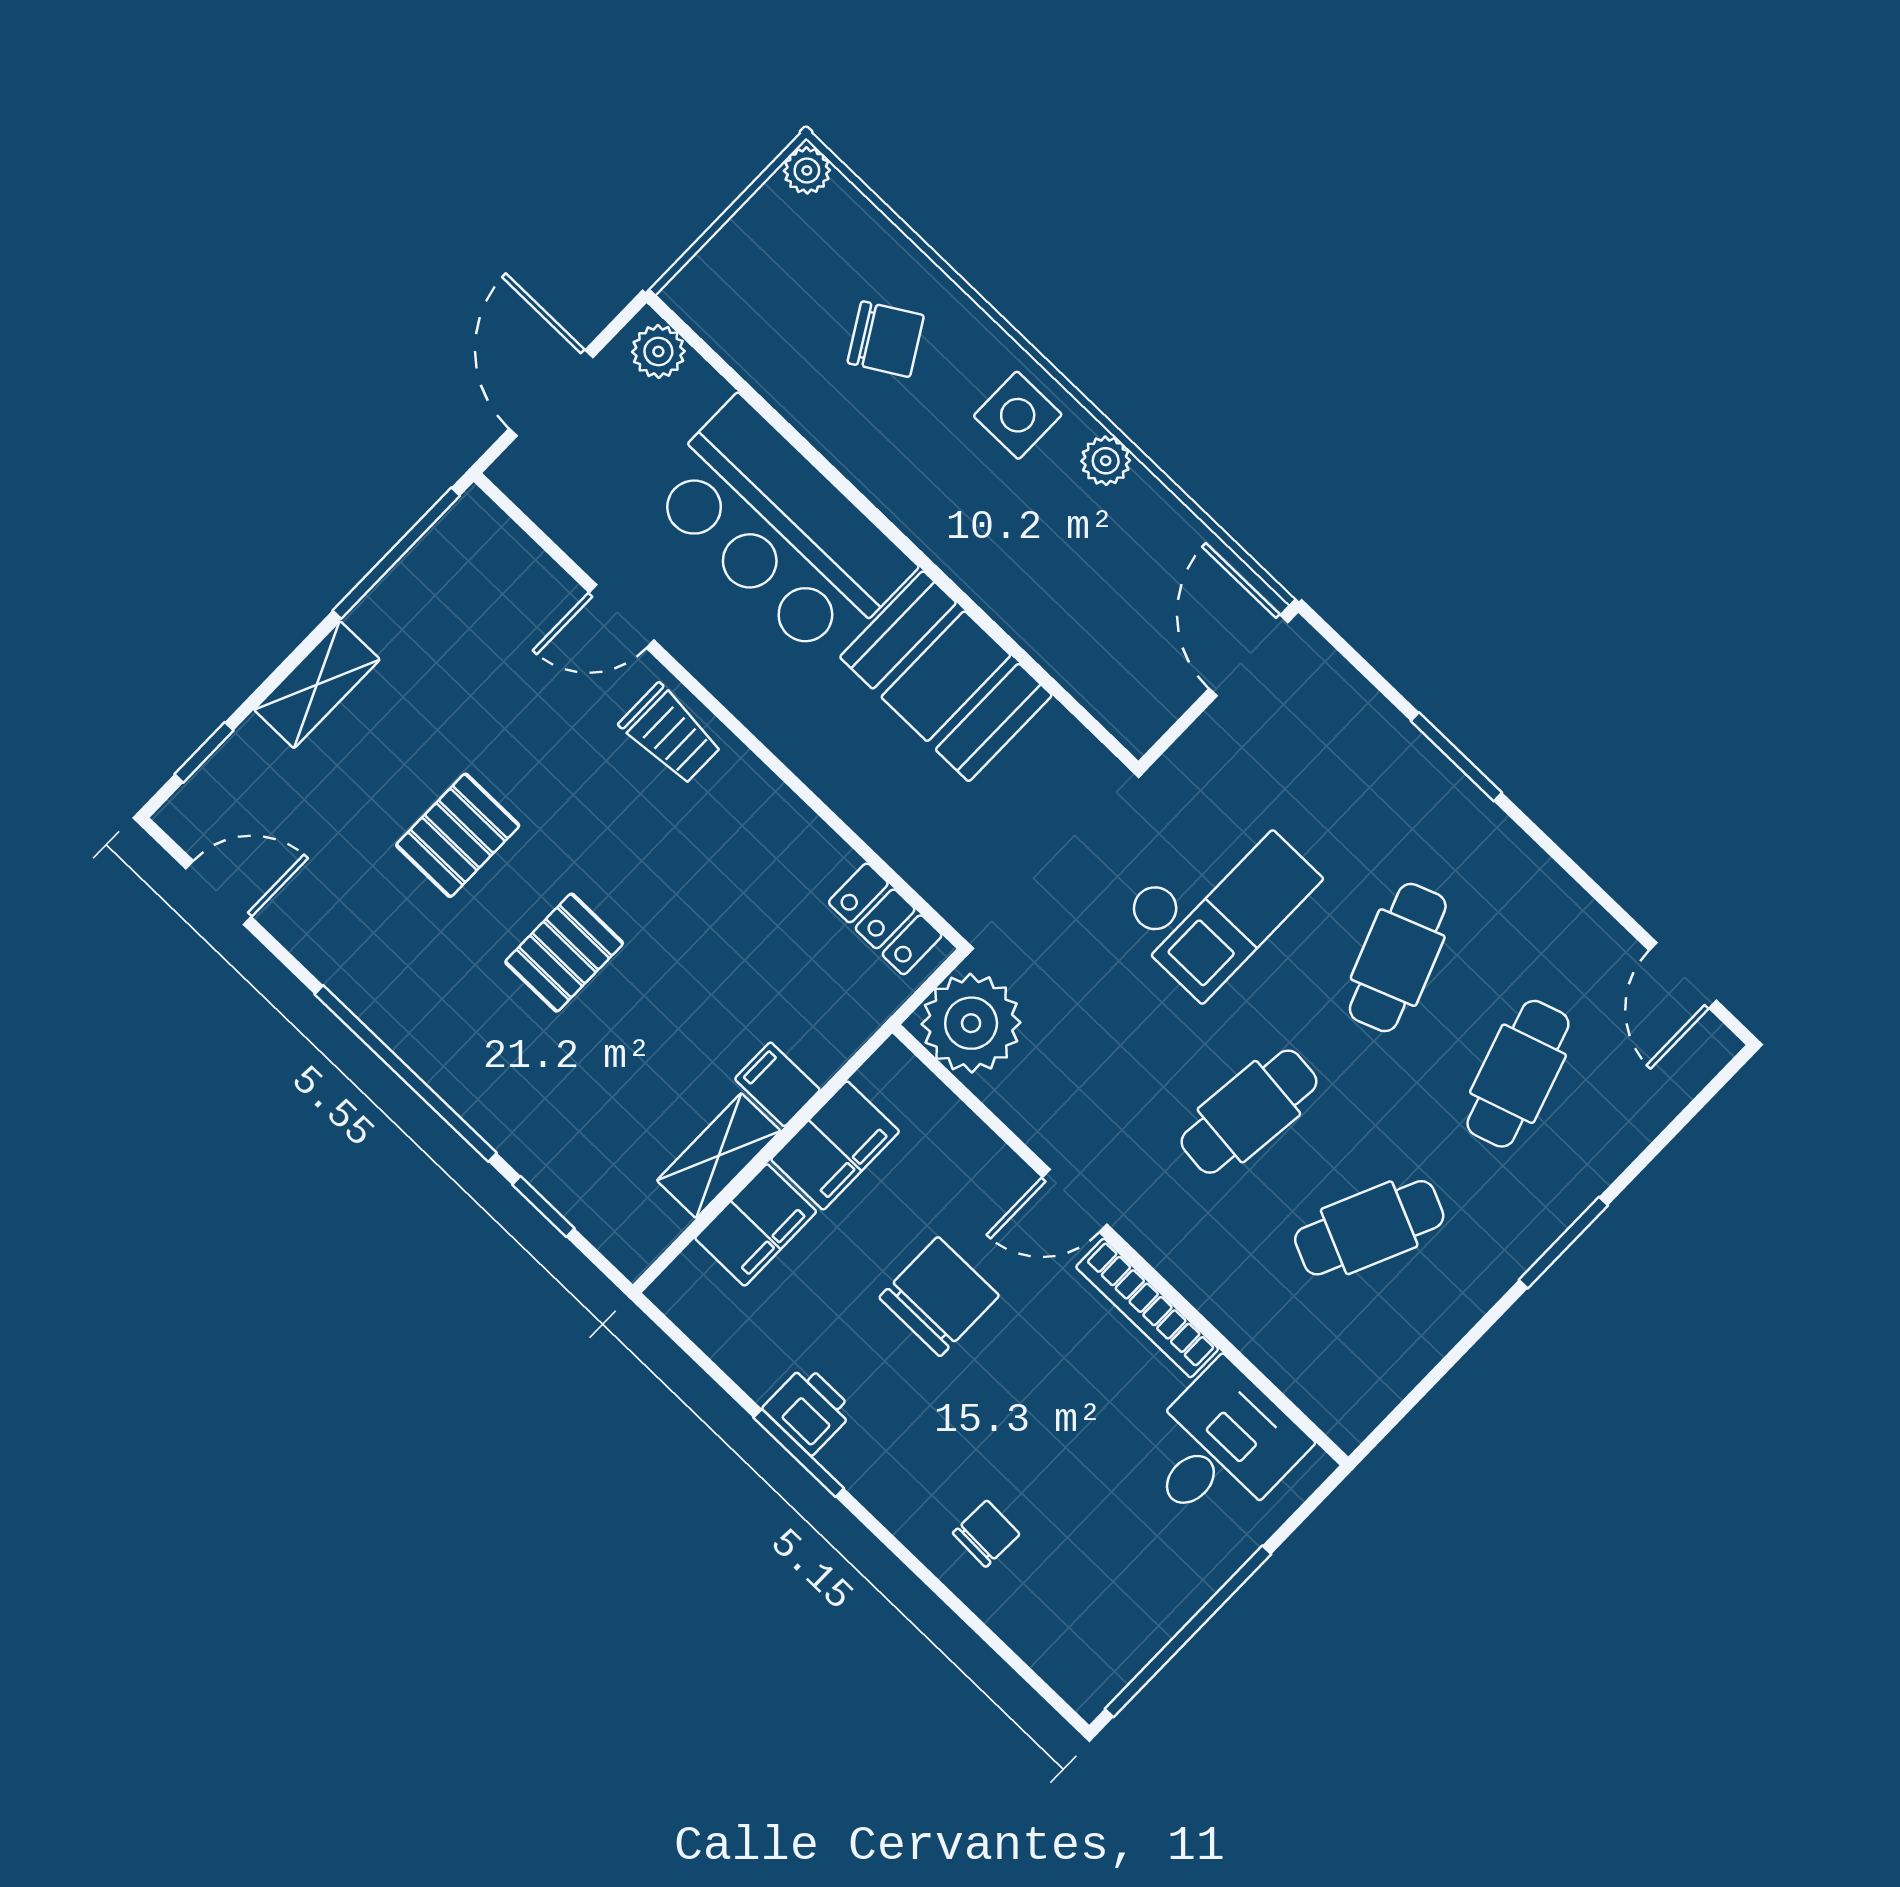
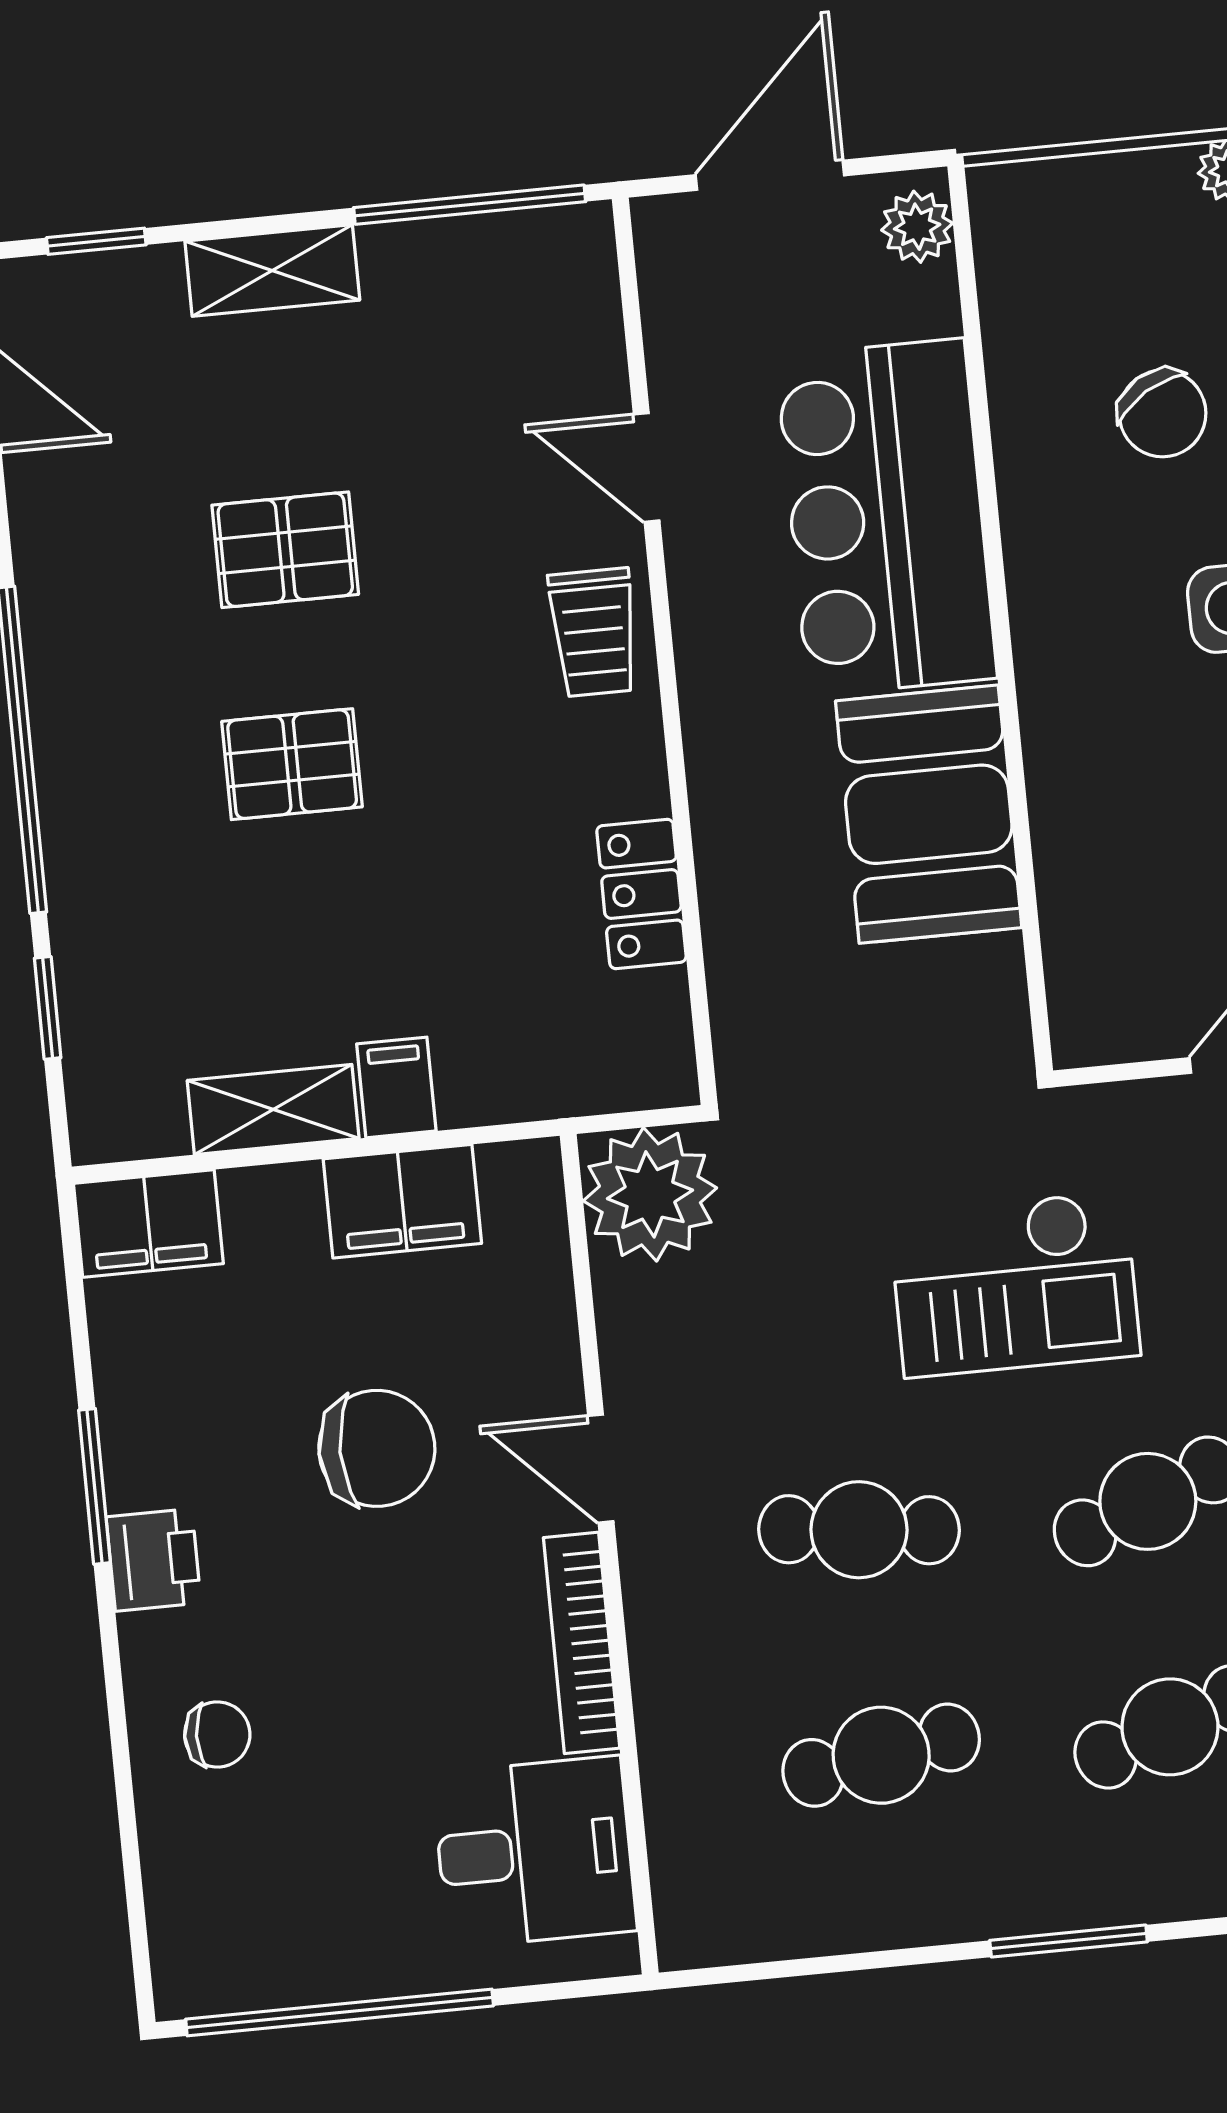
locker: (885, 919) -> (641, 894), moved
filing cabinet: (756, 1225) -> (148, 1223), moved
cafe table: (1369, 1228) -> (881, 1755), turned -33
printer: (809, 1410) -> (154, 1560), moved

